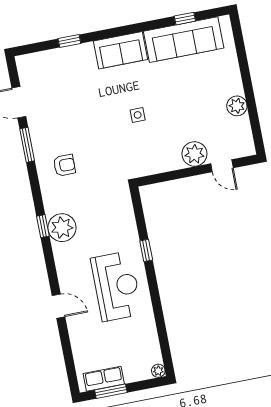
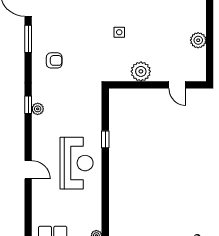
plant: (194, 154) -> (141, 71), moved
plant: (62, 228) -> (38, 109), width x0.53, depth x0.53

